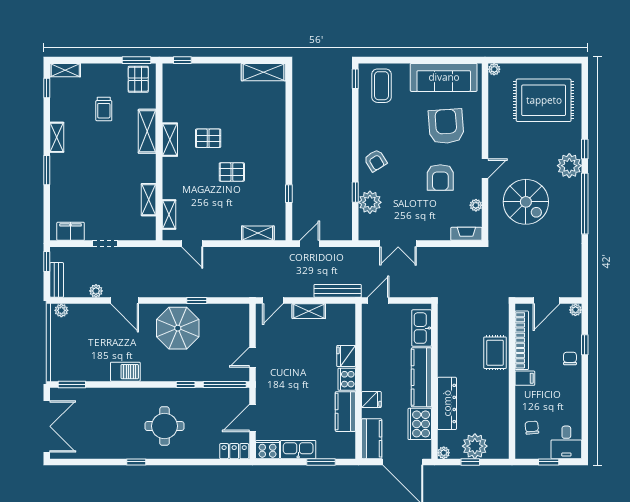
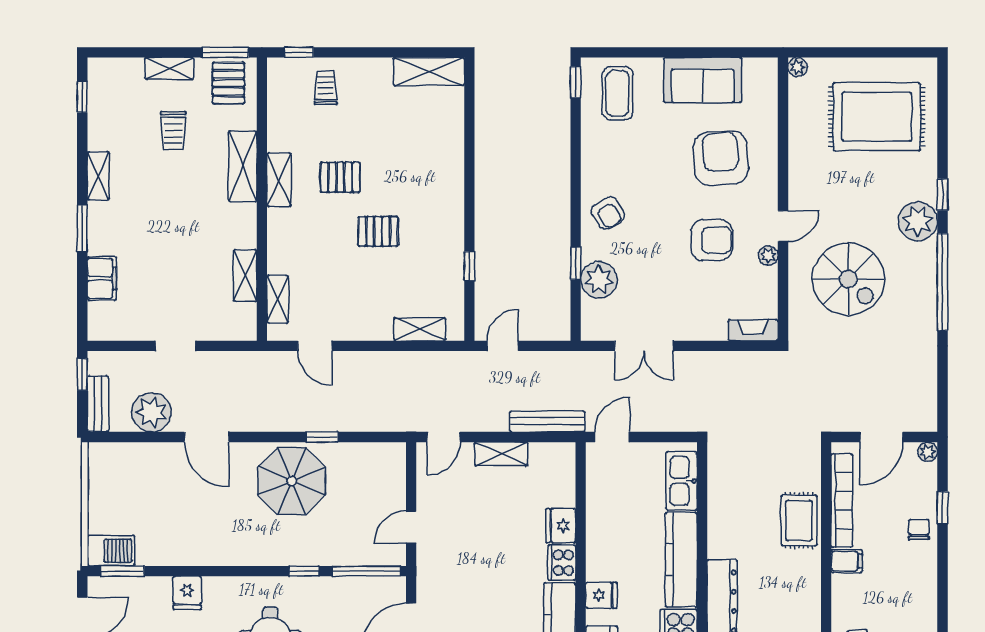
shelving: (65, 70) -> (169, 68), moved
sofa: (444, 77) -> (703, 80), width x0.73
trolley: (199, 82) -> (326, 88), added
armchair: (440, 177) -> (712, 240), turned -90
plant: (476, 205) -> (768, 256), moved
filing cabinet: (71, 231) -> (102, 278), moved, turned 90
plant: (96, 291) -> (152, 412), width x1.88, depth x1.88
plant: (61, 310) -> (105, 453), removed
barbecue: (125, 372) -> (111, 551), moved
fridge: (112, 398) -> (187, 593), added

